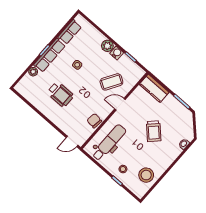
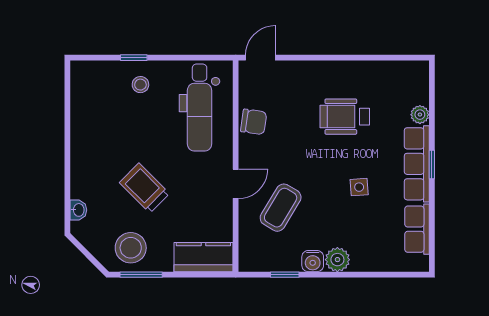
stool: (146, 175) -> (131, 248), moved

